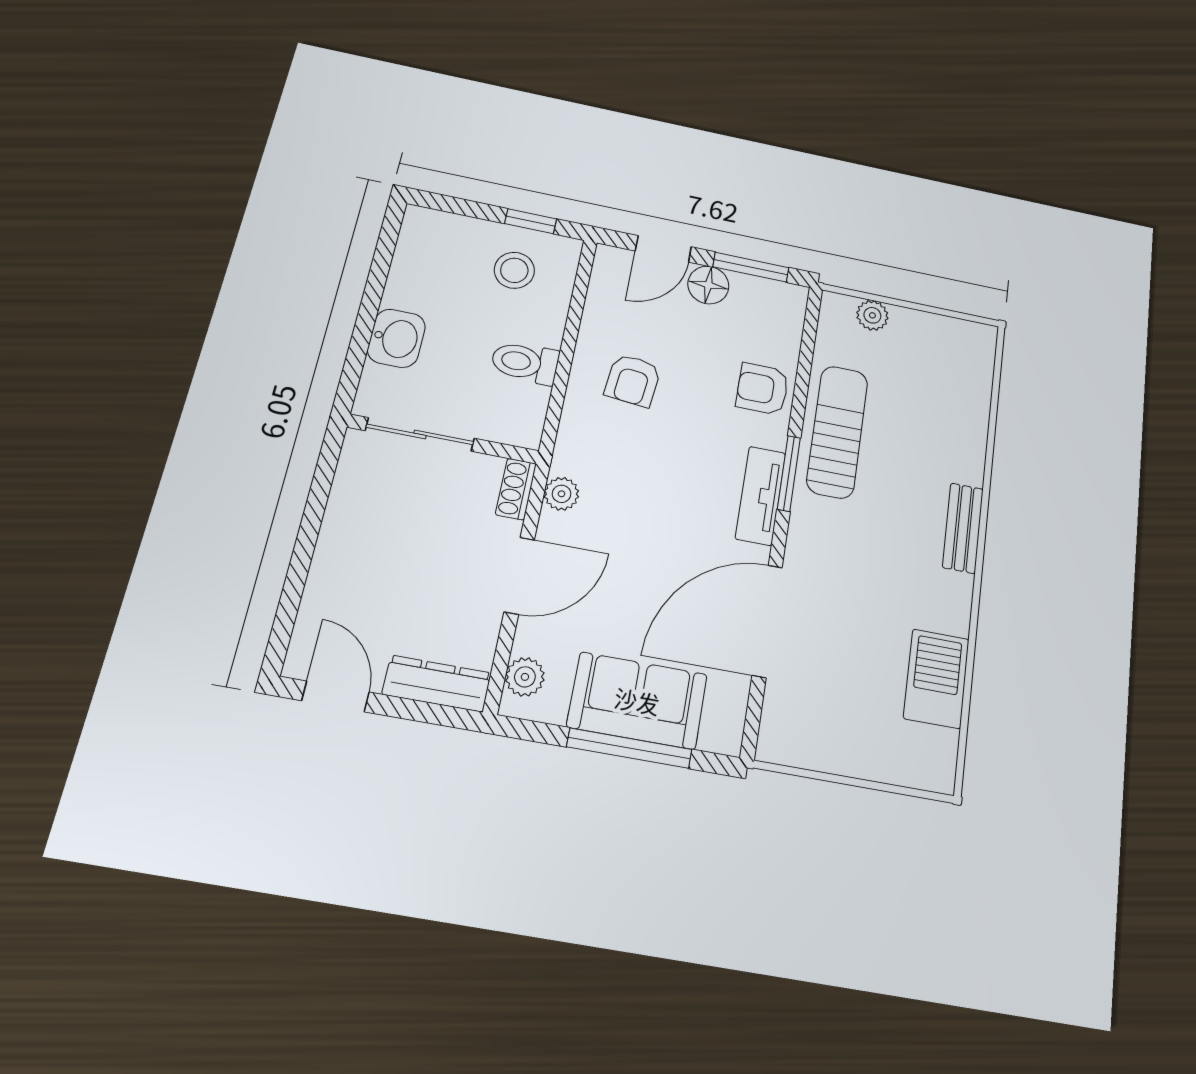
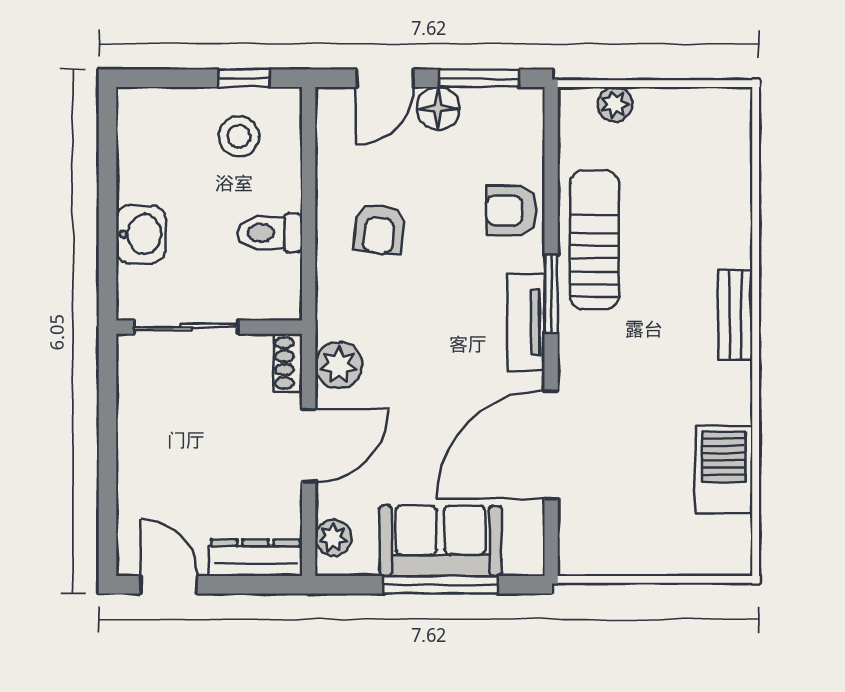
plant: (561, 494) -> (339, 365), width x1.38, depth x1.38

